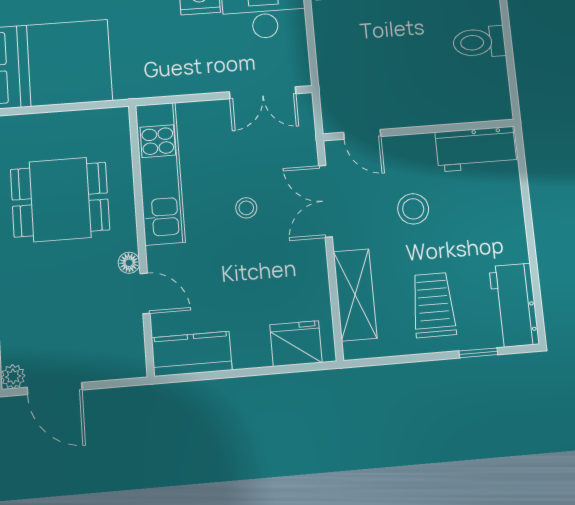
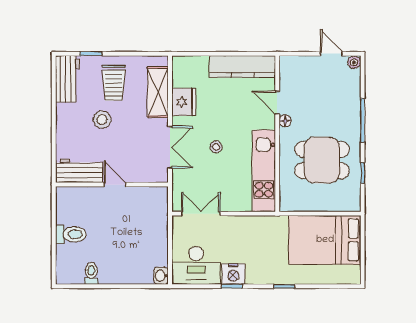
door: (362, 134) -> (115, 185), moved
stool: (413, 209) -> (102, 119), moved
fridge: (296, 344) -> (184, 102), moved, turned -90
kitchen counter: (192, 354) -> (242, 67), width x1.50
door: (55, 389) -> (331, 54), width x0.73

